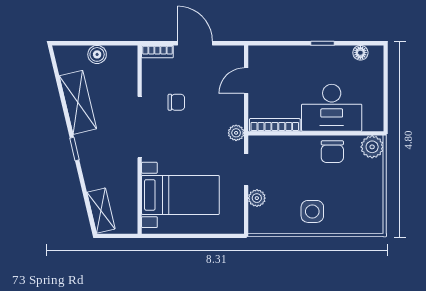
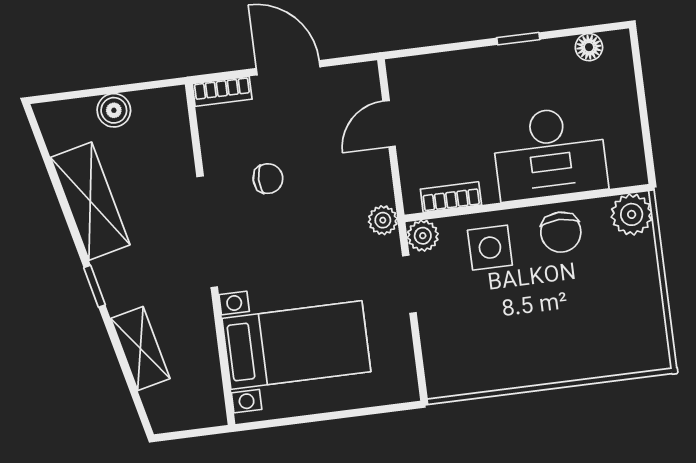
bookcase: (275, 125) -> (451, 197), width x0.64
plant: (257, 198) -> (423, 236), moved
shelving: (101, 211) -> (140, 349), moved
side table: (312, 211) -> (490, 248), moved

